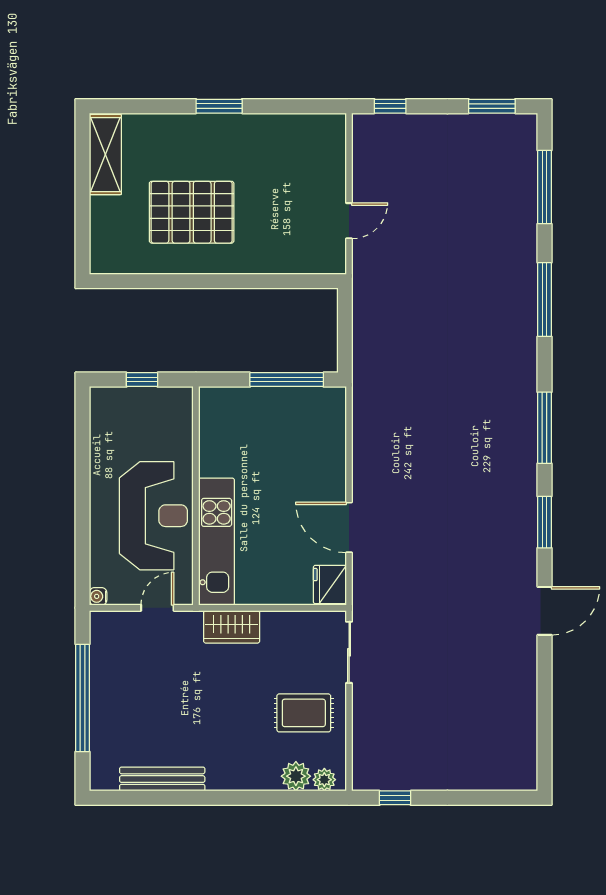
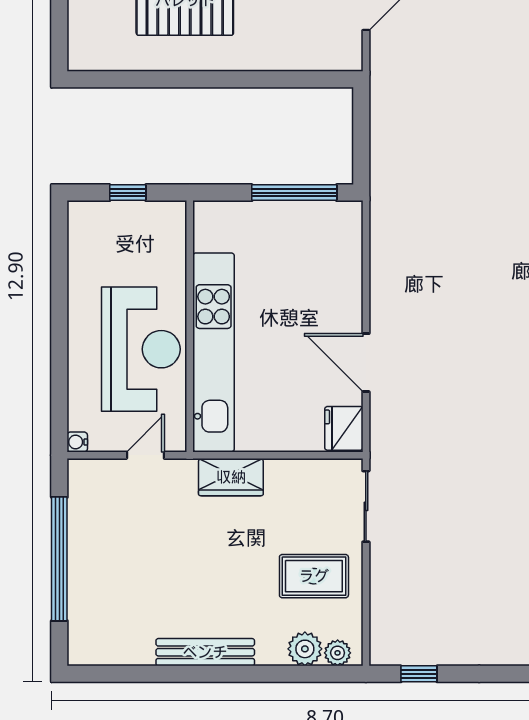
kitchen unit: (217, 542) -> (214, 352), width x1.36
bench: (162, 779) -> (205, 652), moved

